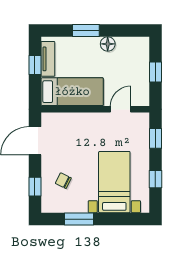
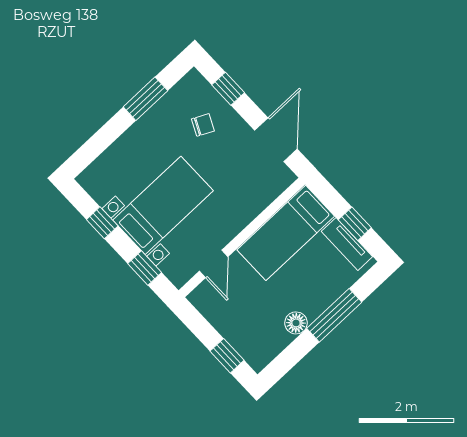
window: (86, 30) -> (334, 315), width x1.44
window: (155, 72) -> (227, 356), moved
bed with nightstands: (114, 182) -> (163, 205), moved, turned -90

